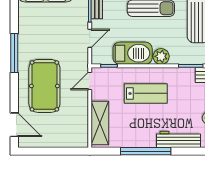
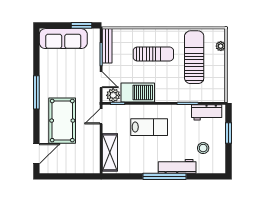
door: (90, 38) -> (101, 80), hinge flipped
plant: (161, 56) -> (113, 95), moved
door: (14, 125) -> (36, 154), hinge flipped
window: (146, 151) -> (164, 176), moved

